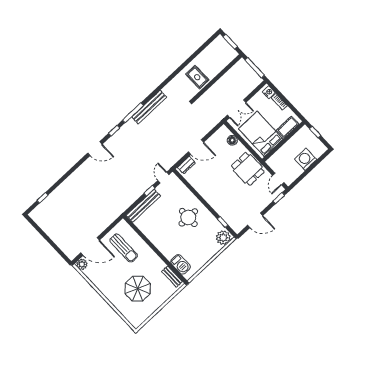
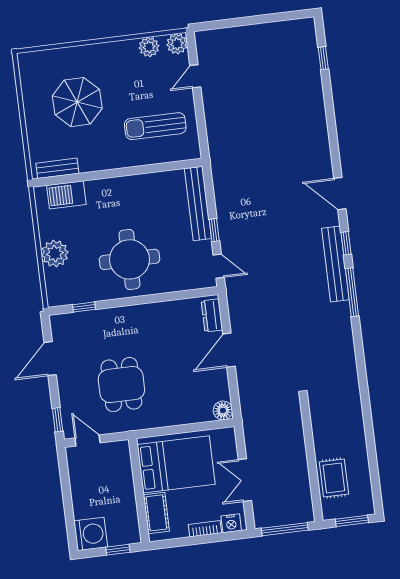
rug: (197, 77) -> (334, 478), moved, turned 90
bench: (149, 107) -> (335, 264), moved
double door: (237, 109) -> (245, 480), moved
floor lamp: (232, 140) -> (223, 410), moved
door: (95, 149) -> (340, 194), hinge flipped
washing machine: (306, 159) -> (91, 534), moved
dining table: (248, 169) -> (121, 385), moved, turned 90
round table: (188, 217) -> (129, 259), width x1.36, depth x1.36
plant: (223, 238) -> (55, 254), moved
door: (90, 246) -> (195, 76), width x0.53
plant: (92, 275) -> (149, 47), added

